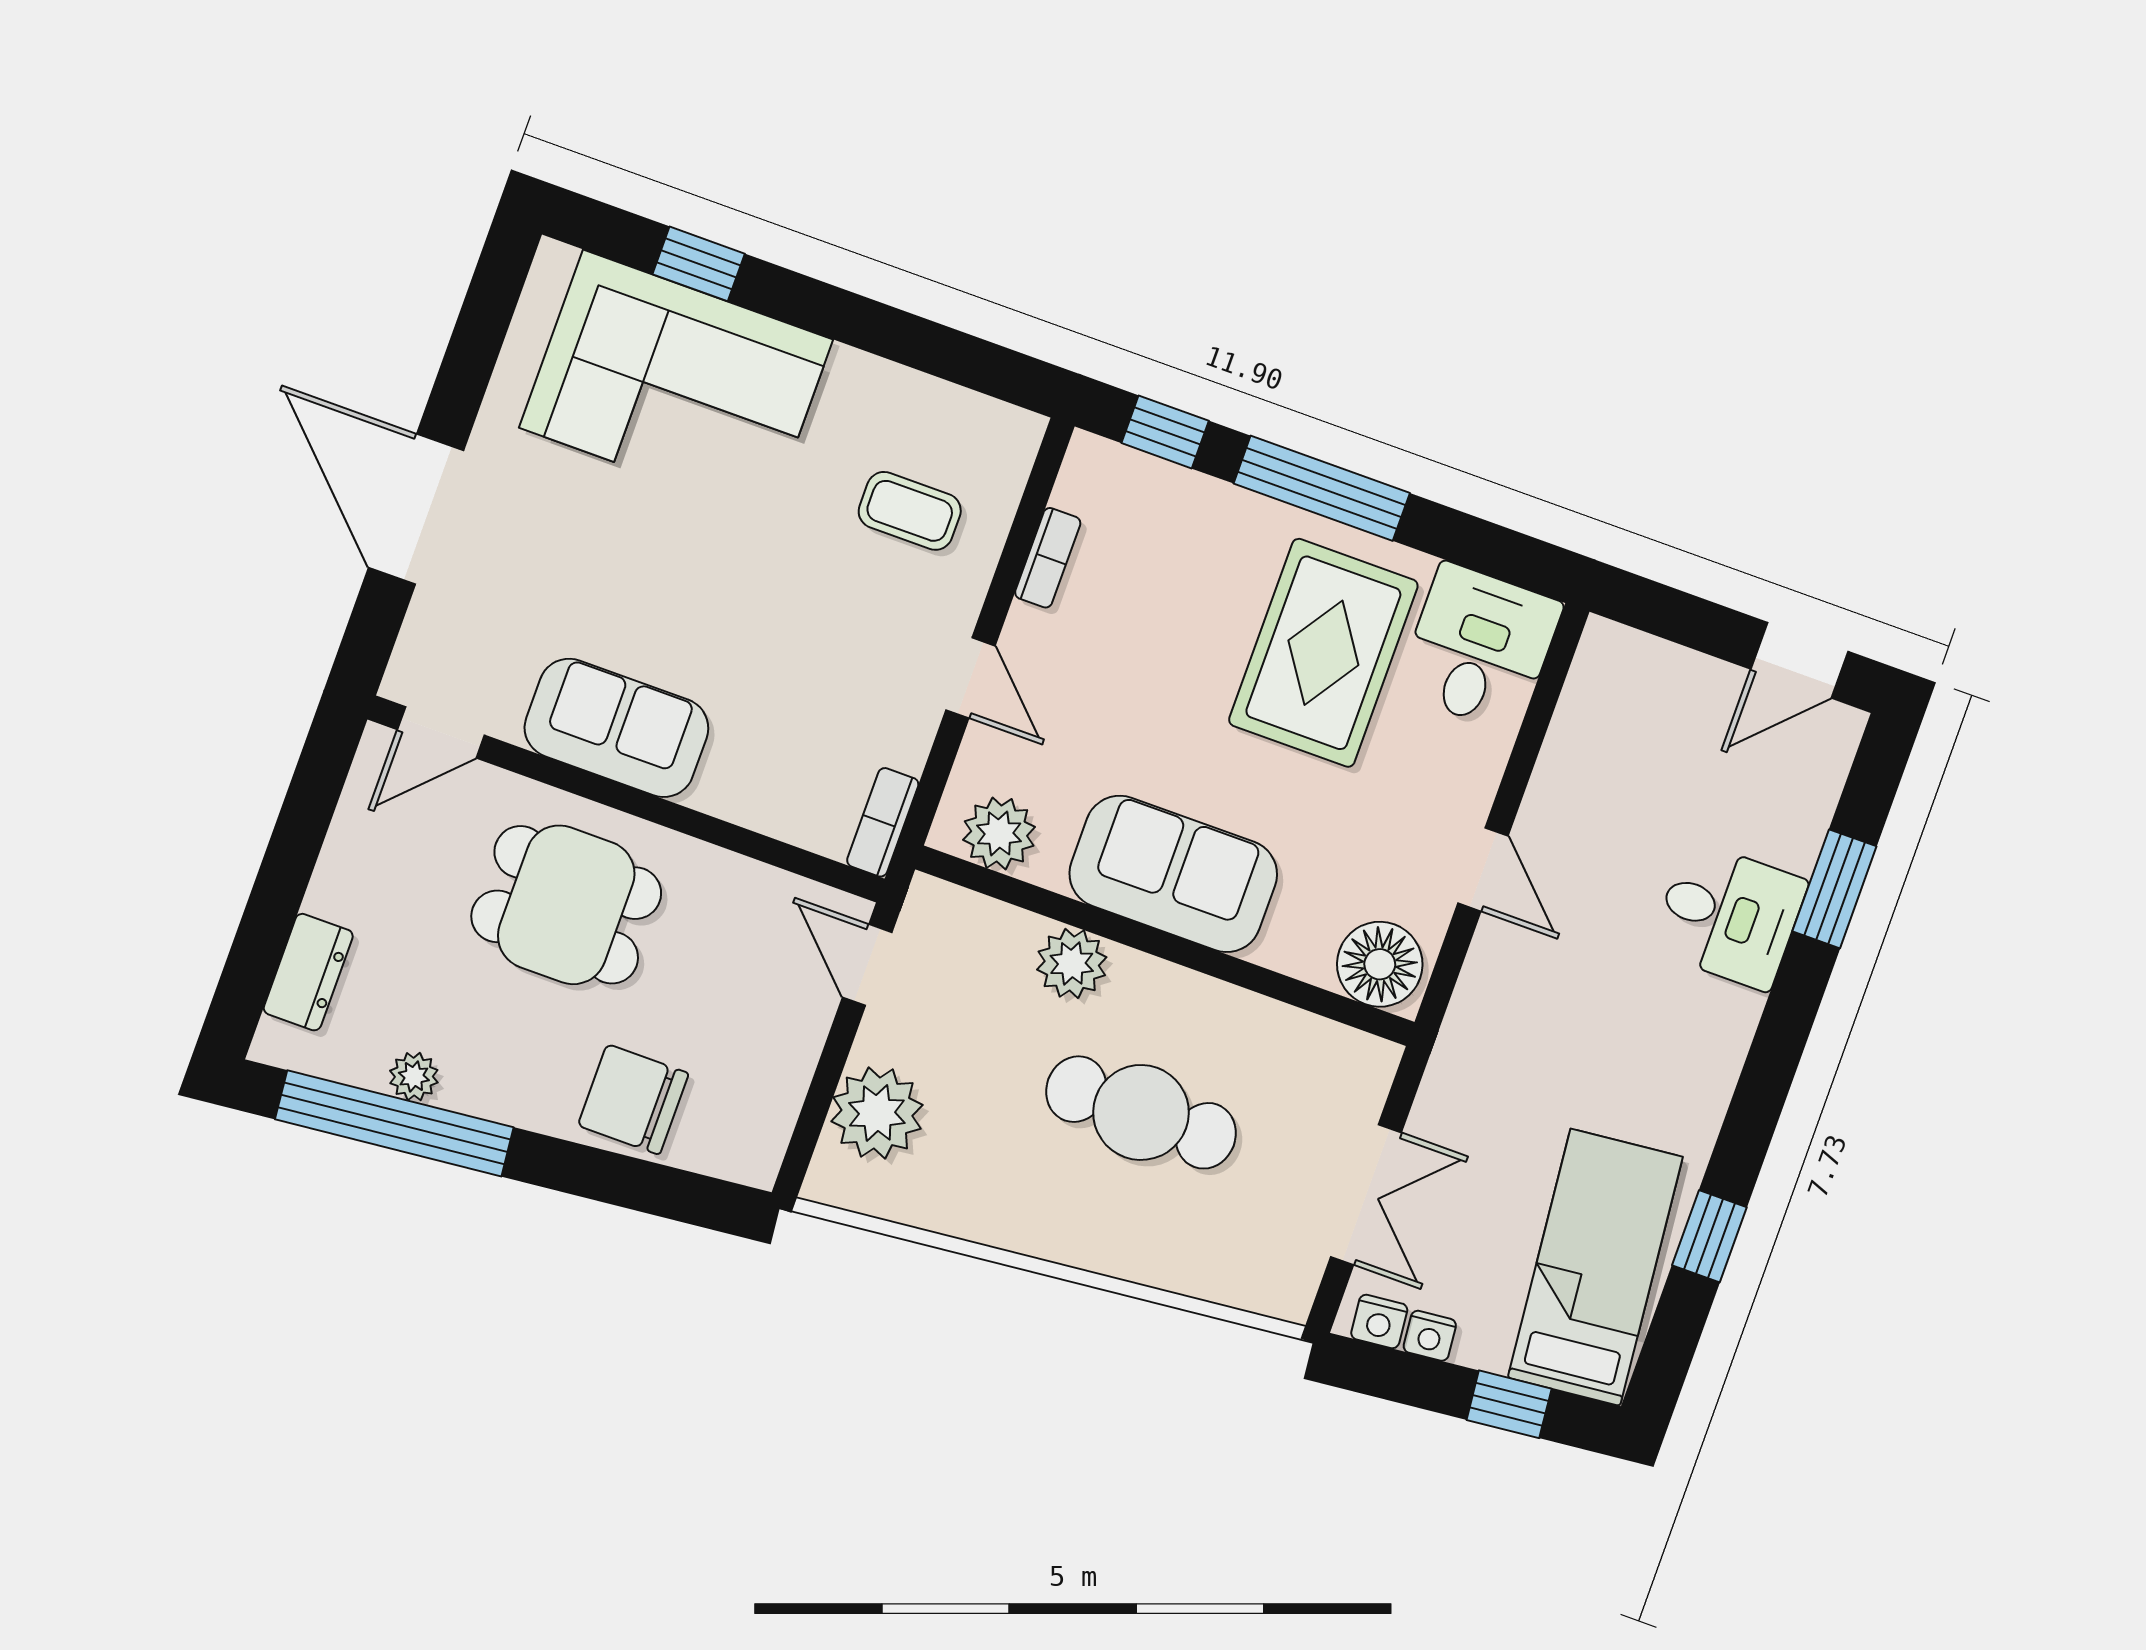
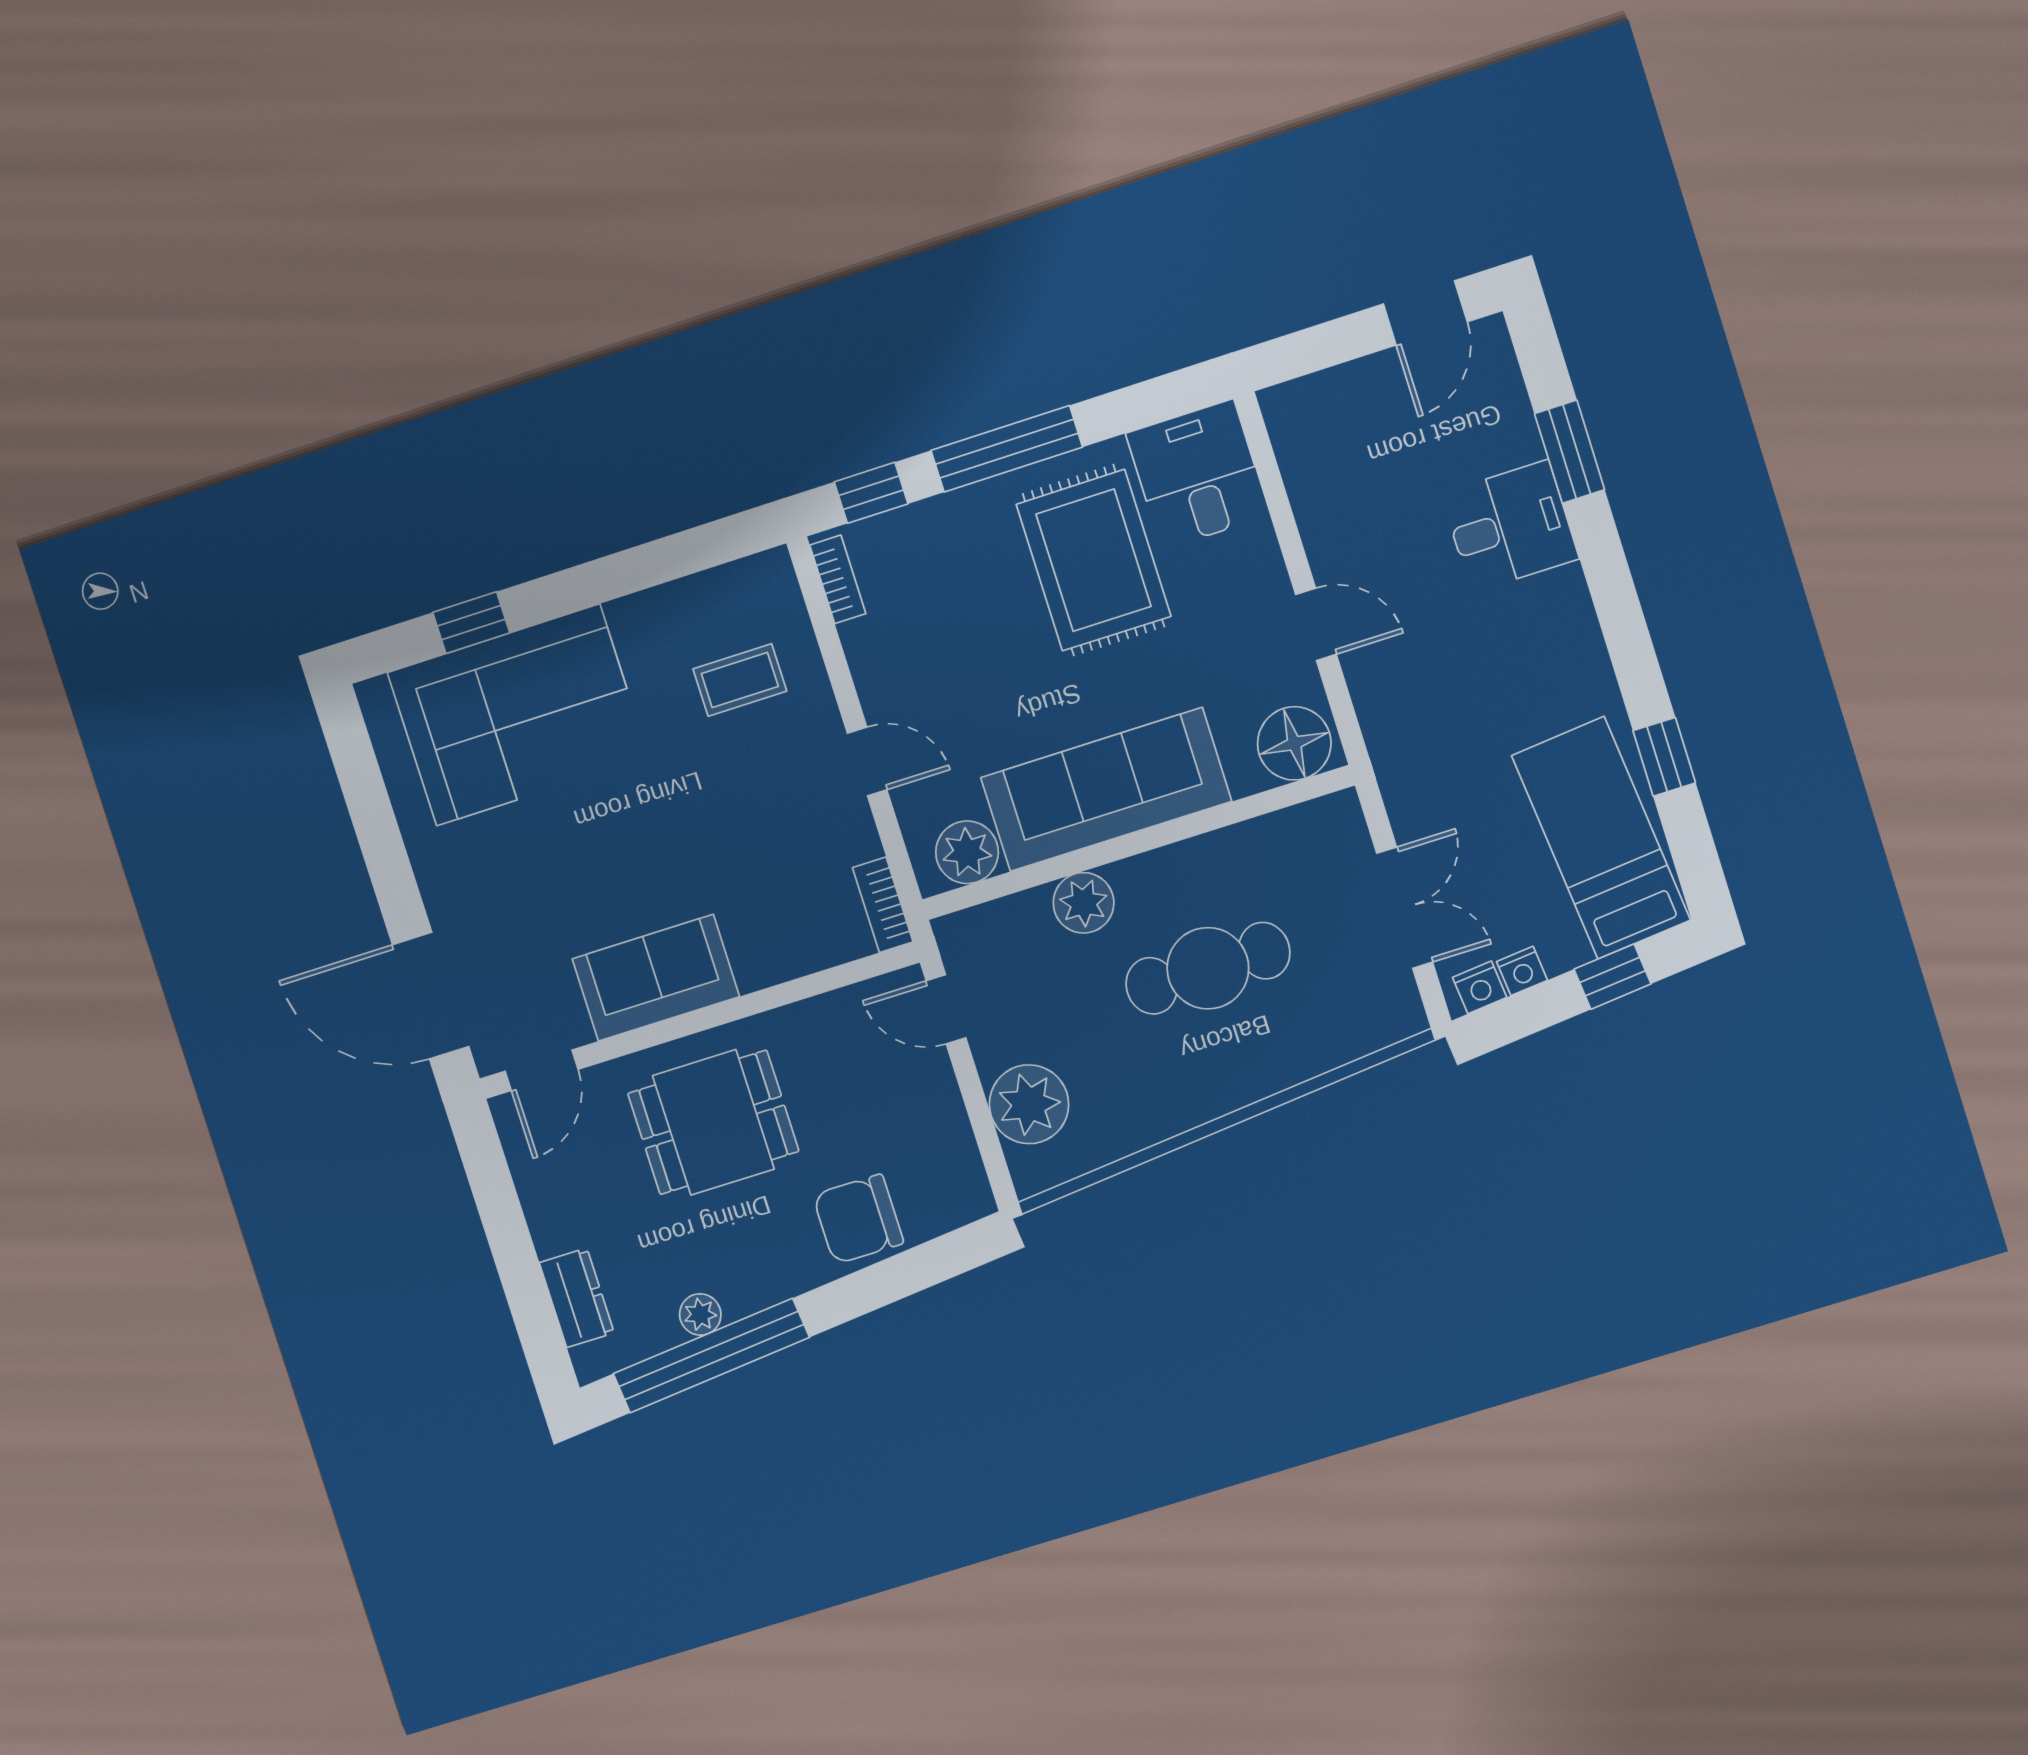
door: (416, 509) -> (431, 996), moved
bookcase: (1048, 558) -> (838, 579), moved
sofa: (1173, 874) -> (1106, 789), width x1.36

